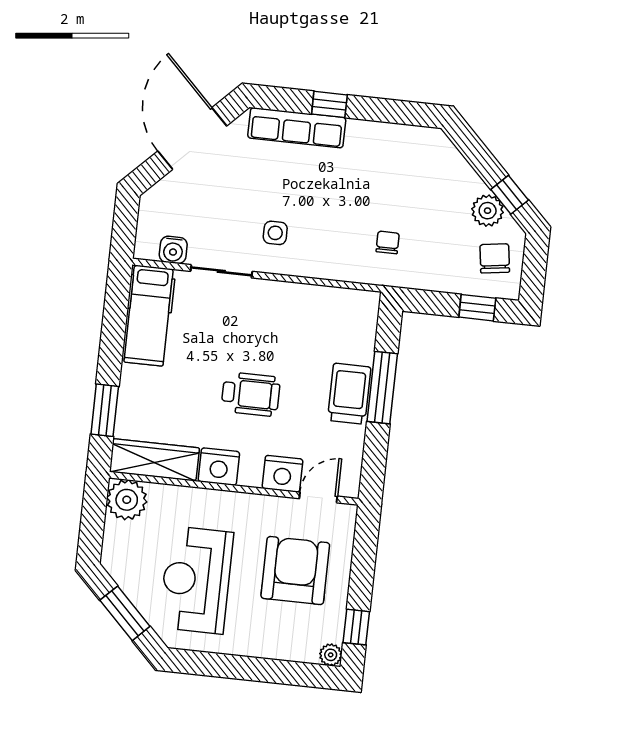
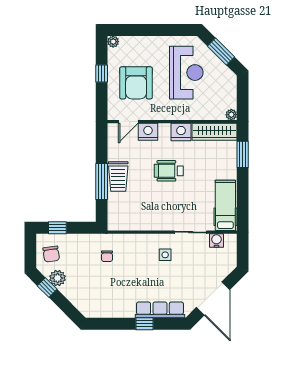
plant: (127, 500) -> (231, 115), width x0.53, depth x0.53
window: (356, 627) -> (102, 73), moved

